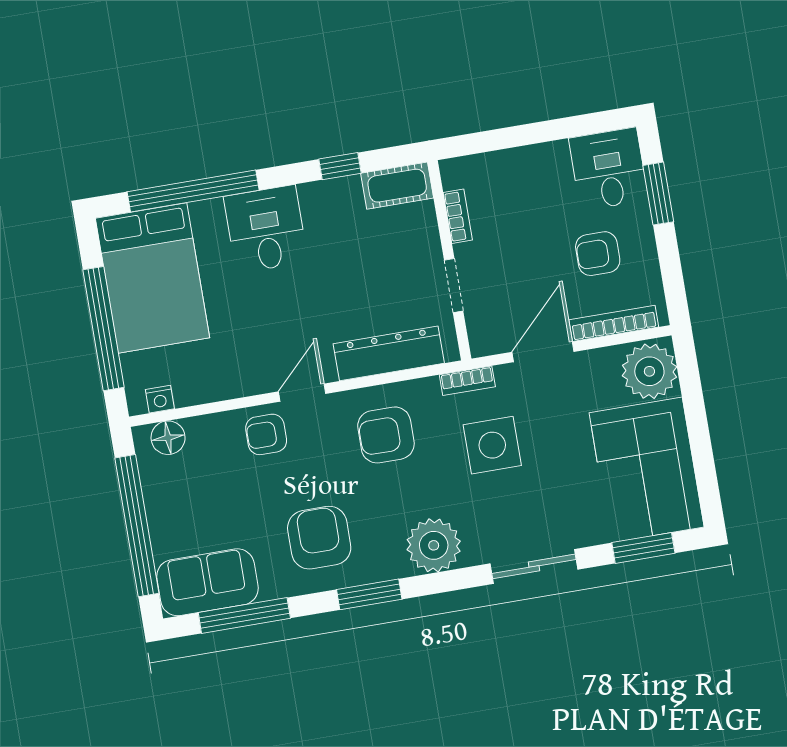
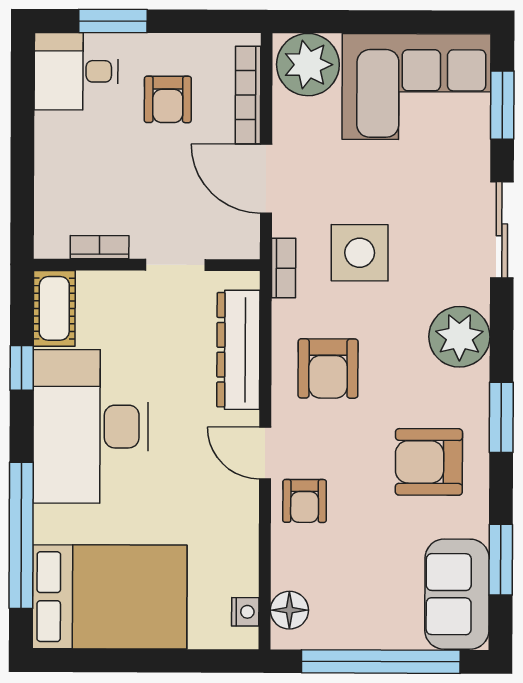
desk: (266, 229) -> (91, 426), width x1.87, depth x1.30
window: (103, 329) -> (156, 661), removed
window: (244, 615) -> (501, 560), width x0.69

